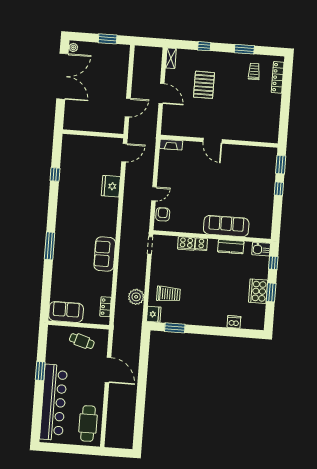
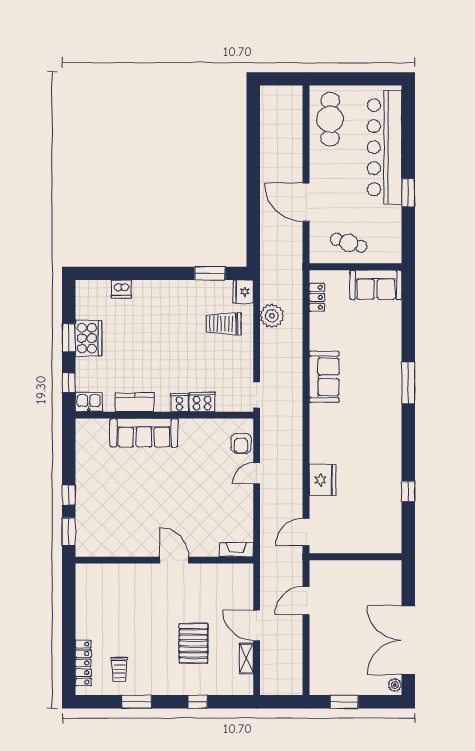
shelving: (171, 58) -> (246, 658), moved

